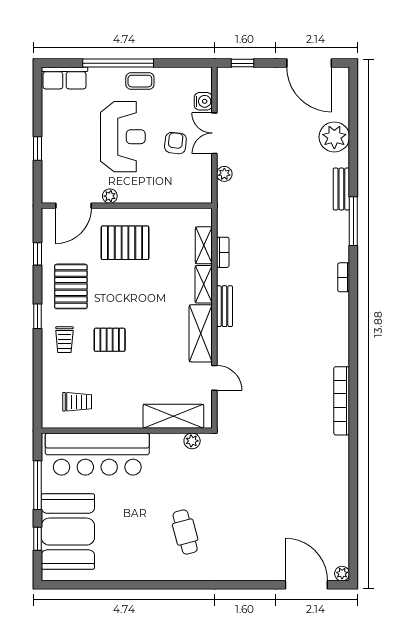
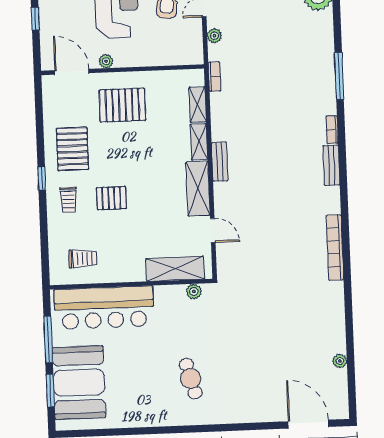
bench: (341, 189) -> (331, 165), moved
door: (73, 206) -> (72, 72), swing flipped
bookcase: (223, 252) -> (215, 77), moved
window: (37, 254) -> (39, 119), removed
window: (37, 539) -> (50, 391), width x1.50
plant: (342, 574) -> (340, 361), moved

